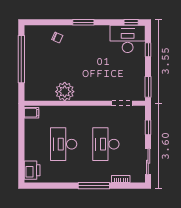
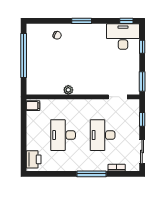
plant: (65, 92) -> (68, 90), width x0.53, depth x0.53

